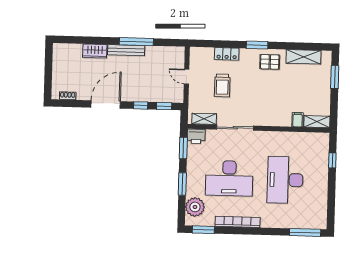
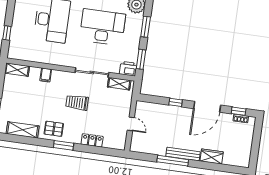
trolley: (222, 85) -> (77, 103), moved, turned -90
window: (164, 106) -> (239, 111), moved
filing cabinet: (298, 120) -> (46, 75), moved

